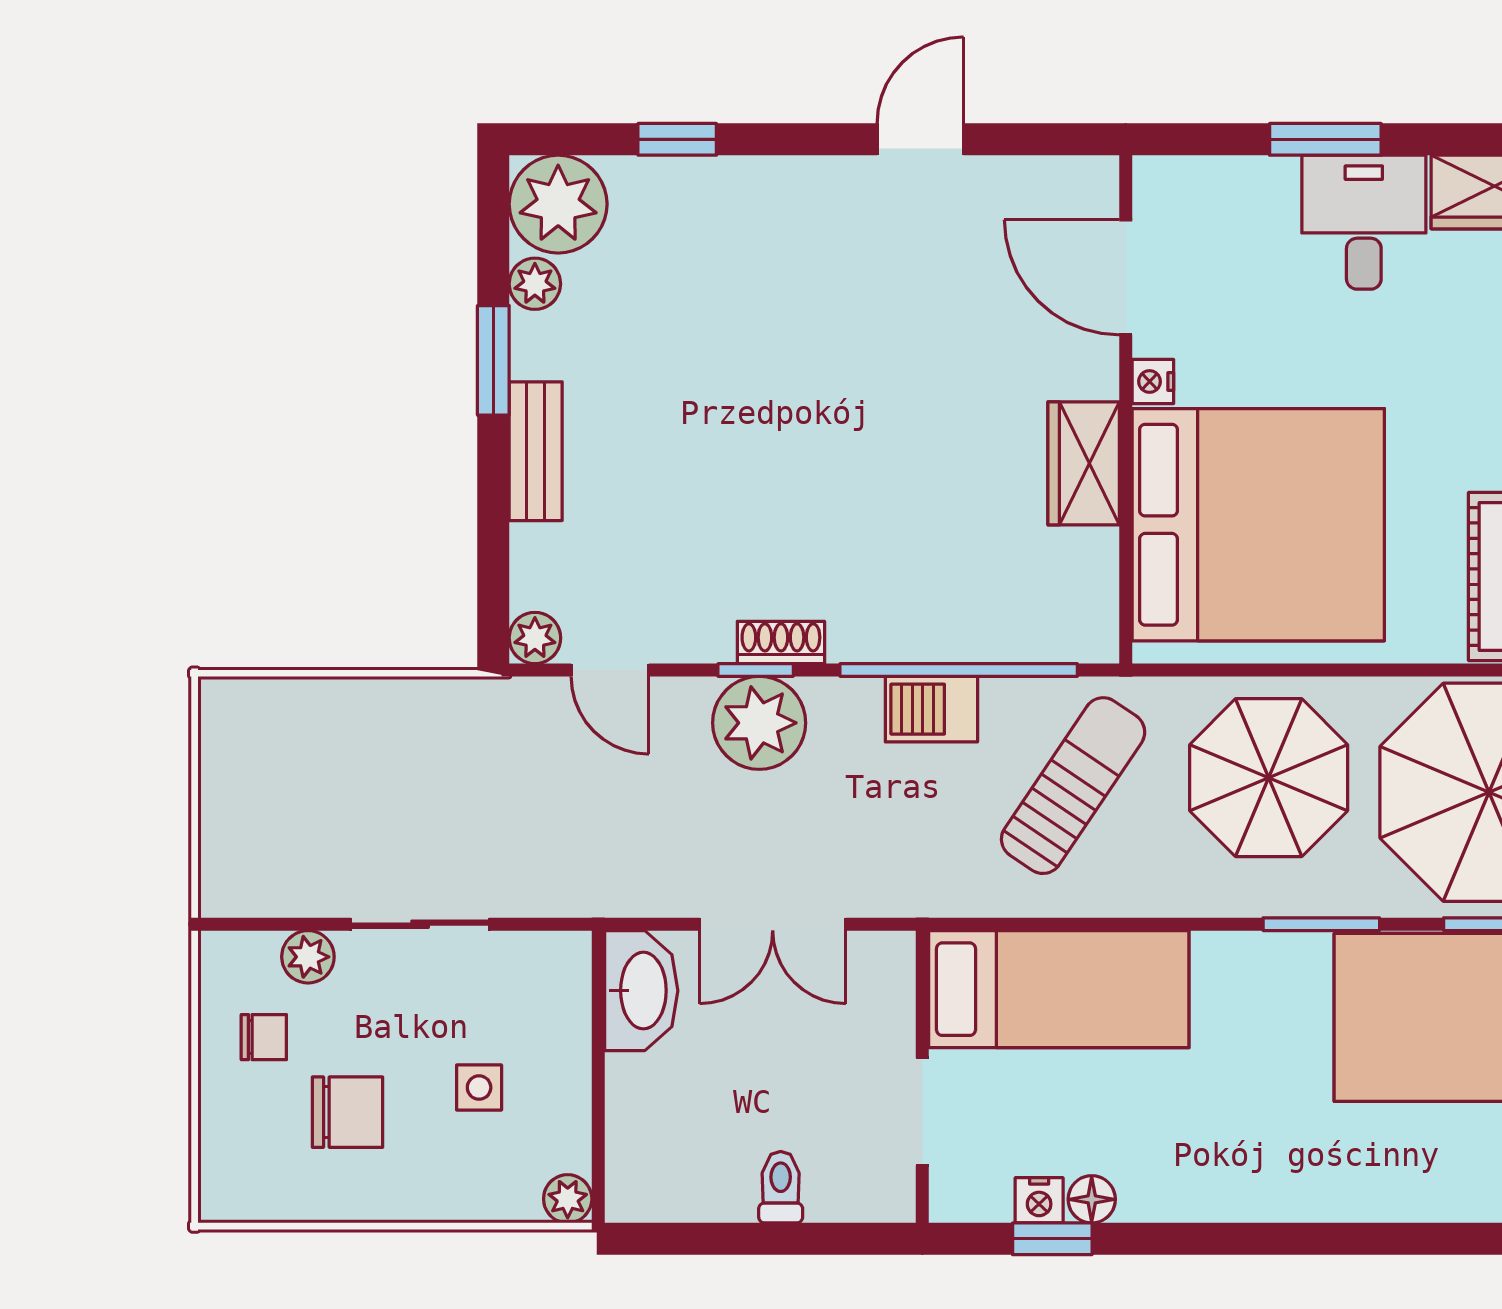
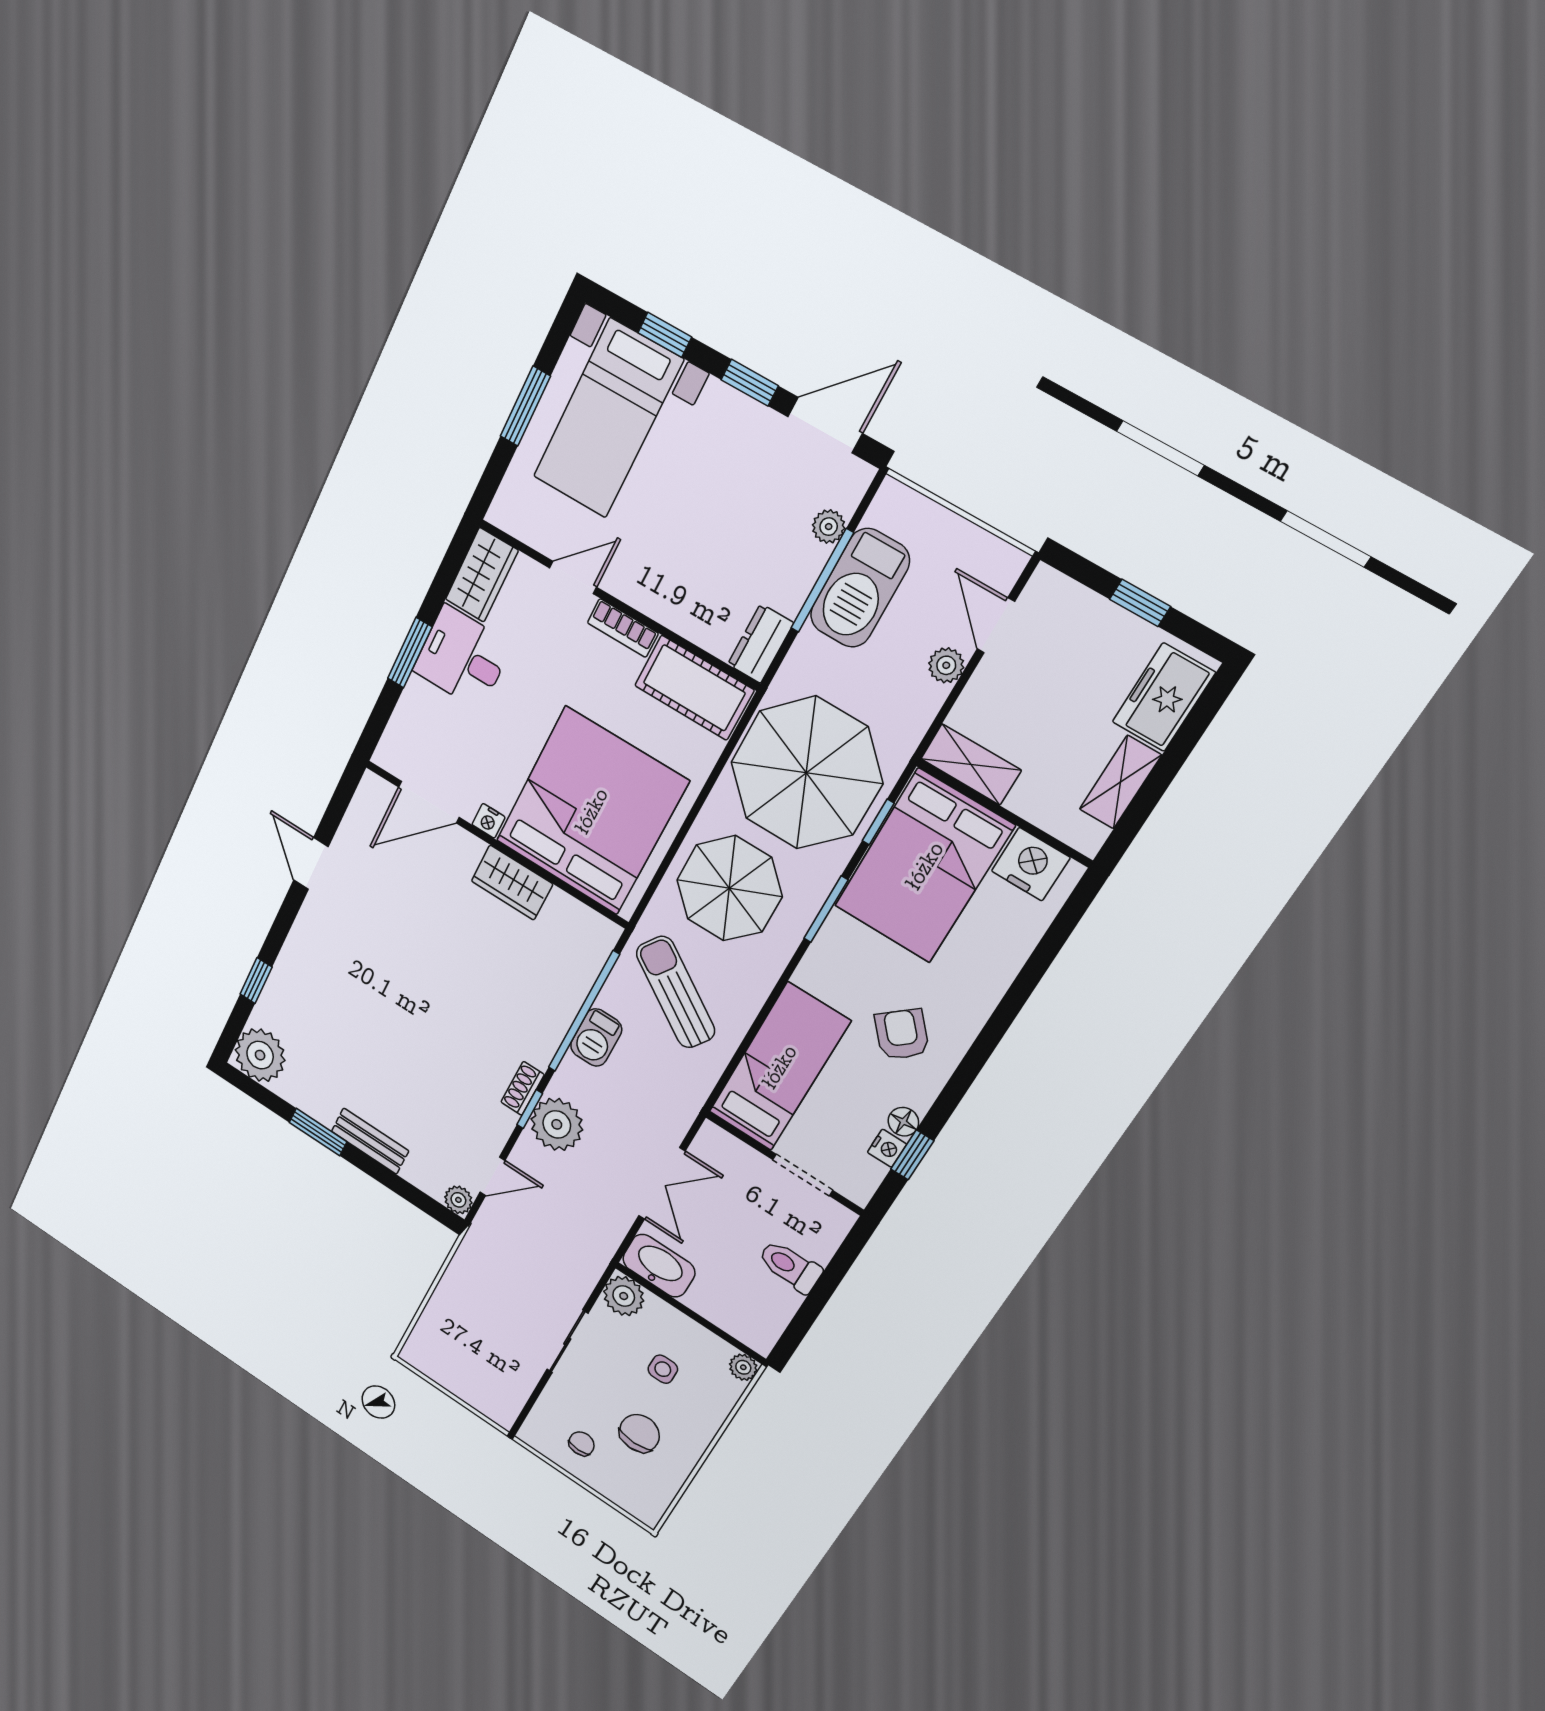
plant: (535, 284) -> (292, 1090), removed
plant: (308, 957) -> (624, 1296), moved, width x1.38, depth x1.38
armchair: (1213, 1125) -> (902, 1034), added
toilet: (781, 1187) -> (790, 1266), width x1.37, depth x1.39

